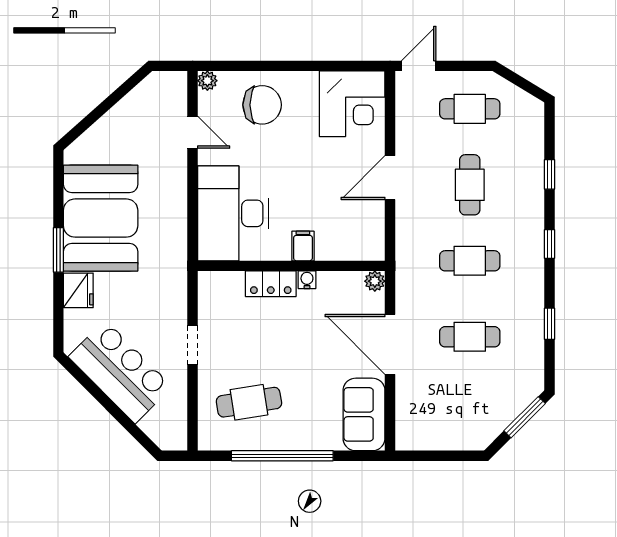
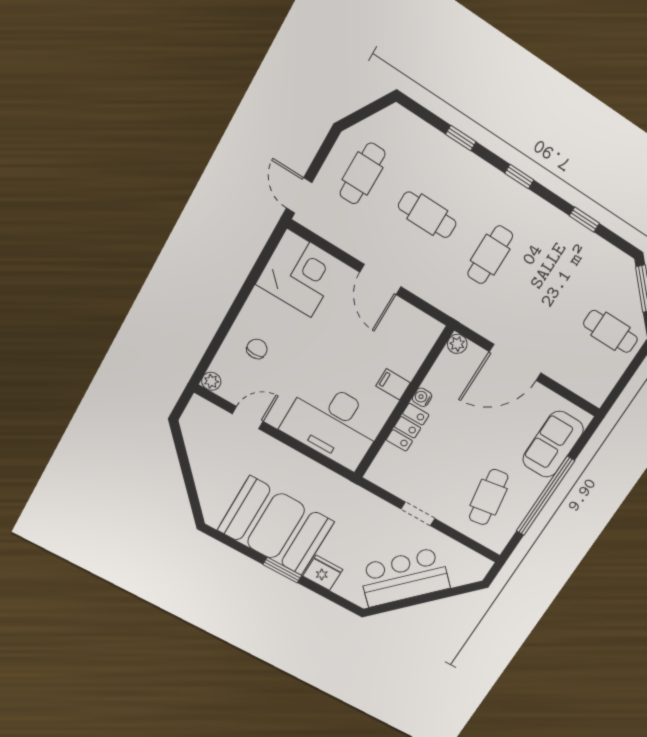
chair: (262, 105) -> (257, 349), width x0.54, depth x0.54
cafe table: (470, 337) -> (610, 331), moved, turned 90
sofa: (364, 414) -> (553, 444), moved, turned 90

